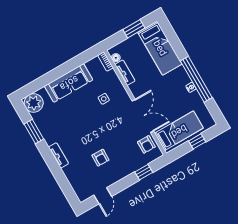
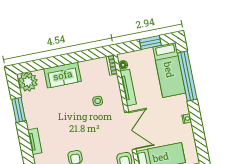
tv unit: (125, 73) -> (128, 88), width x1.41
window: (196, 79) -> (187, 76), moved
sofa: (69, 83) -> (63, 75), width x0.73

